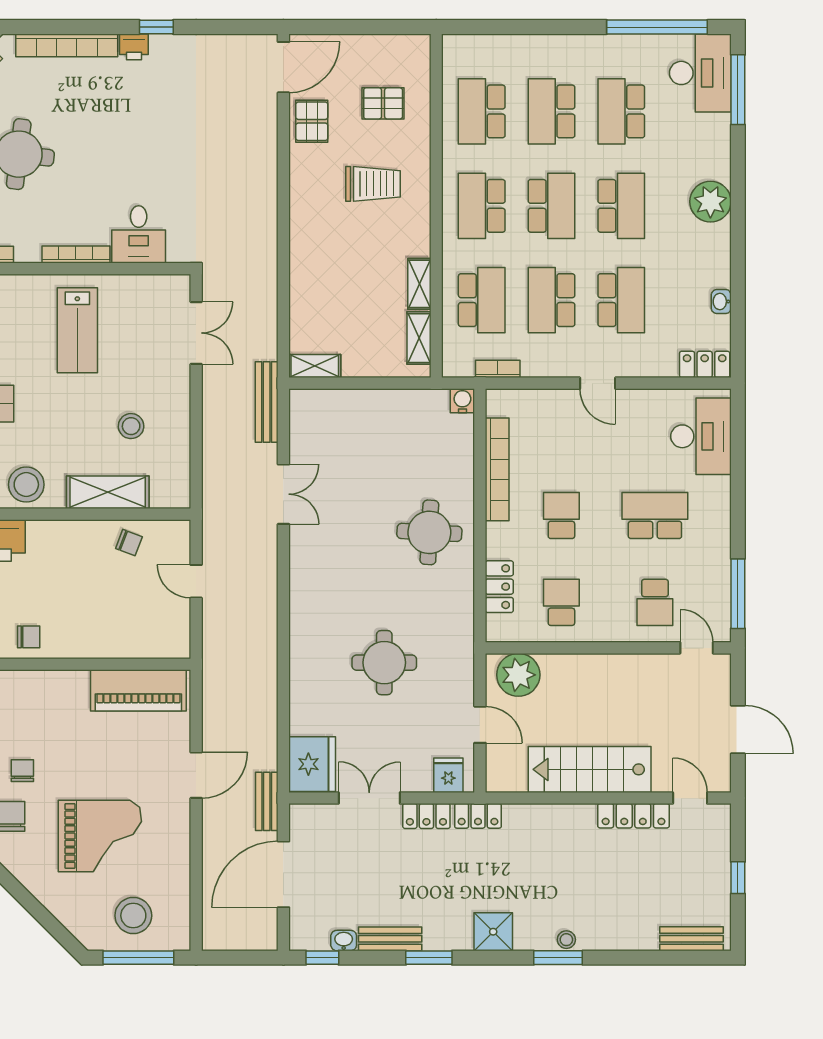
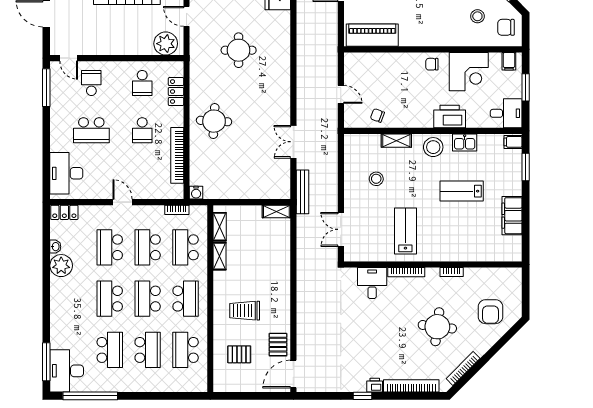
school desk: (482, 111) -> (186, 350), turned 180
plant: (710, 202) -> (61, 266), moved
school desk: (551, 300) -> (148, 247), turned 180
shelving: (108, 492) -> (396, 141), width x0.67, depth x0.75

